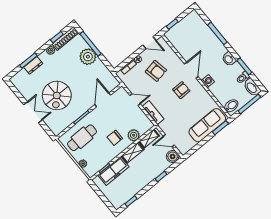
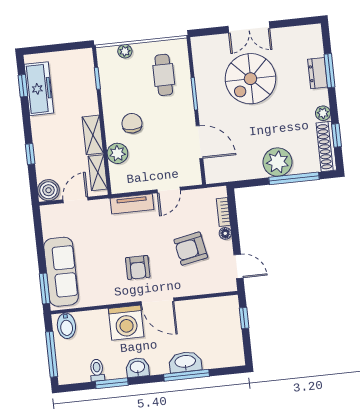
door: (149, 43) -> (239, 266), swing flipped
washing machine: (208, 81) -> (126, 323), width x1.89, depth x1.89
washbasin: (252, 88) -> (185, 362), moved
spiral stairs: (57, 95) -> (250, 79), turned -90
cafe table: (82, 138) -> (164, 75), width x0.73, depth x0.74
freezer: (113, 171) -> (39, 89), moved, turned 180

